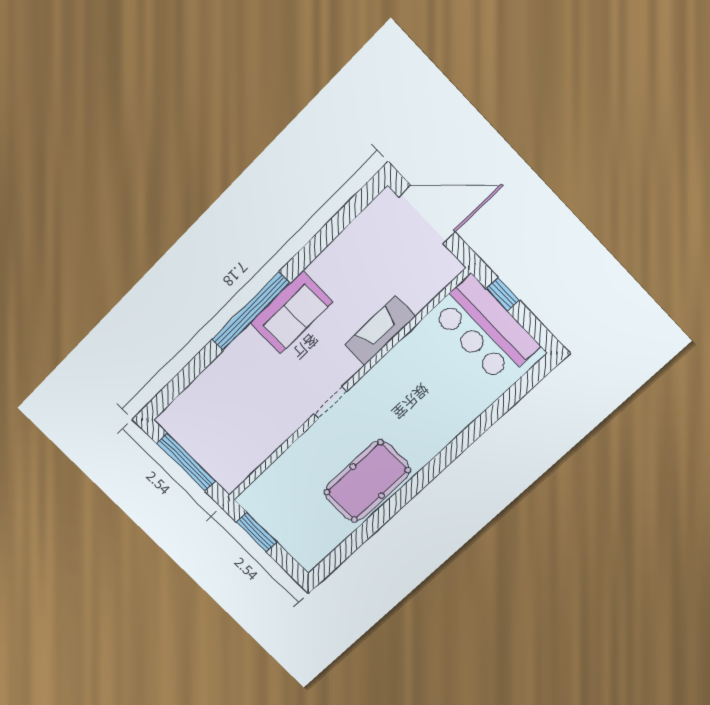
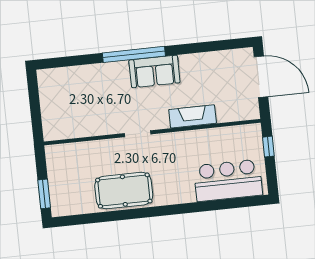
bar counter: (485, 329) -> (228, 180), moved, turned 90
window: (186, 462) -> (35, 106), removed
window: (257, 532) -> (44, 194), moved

